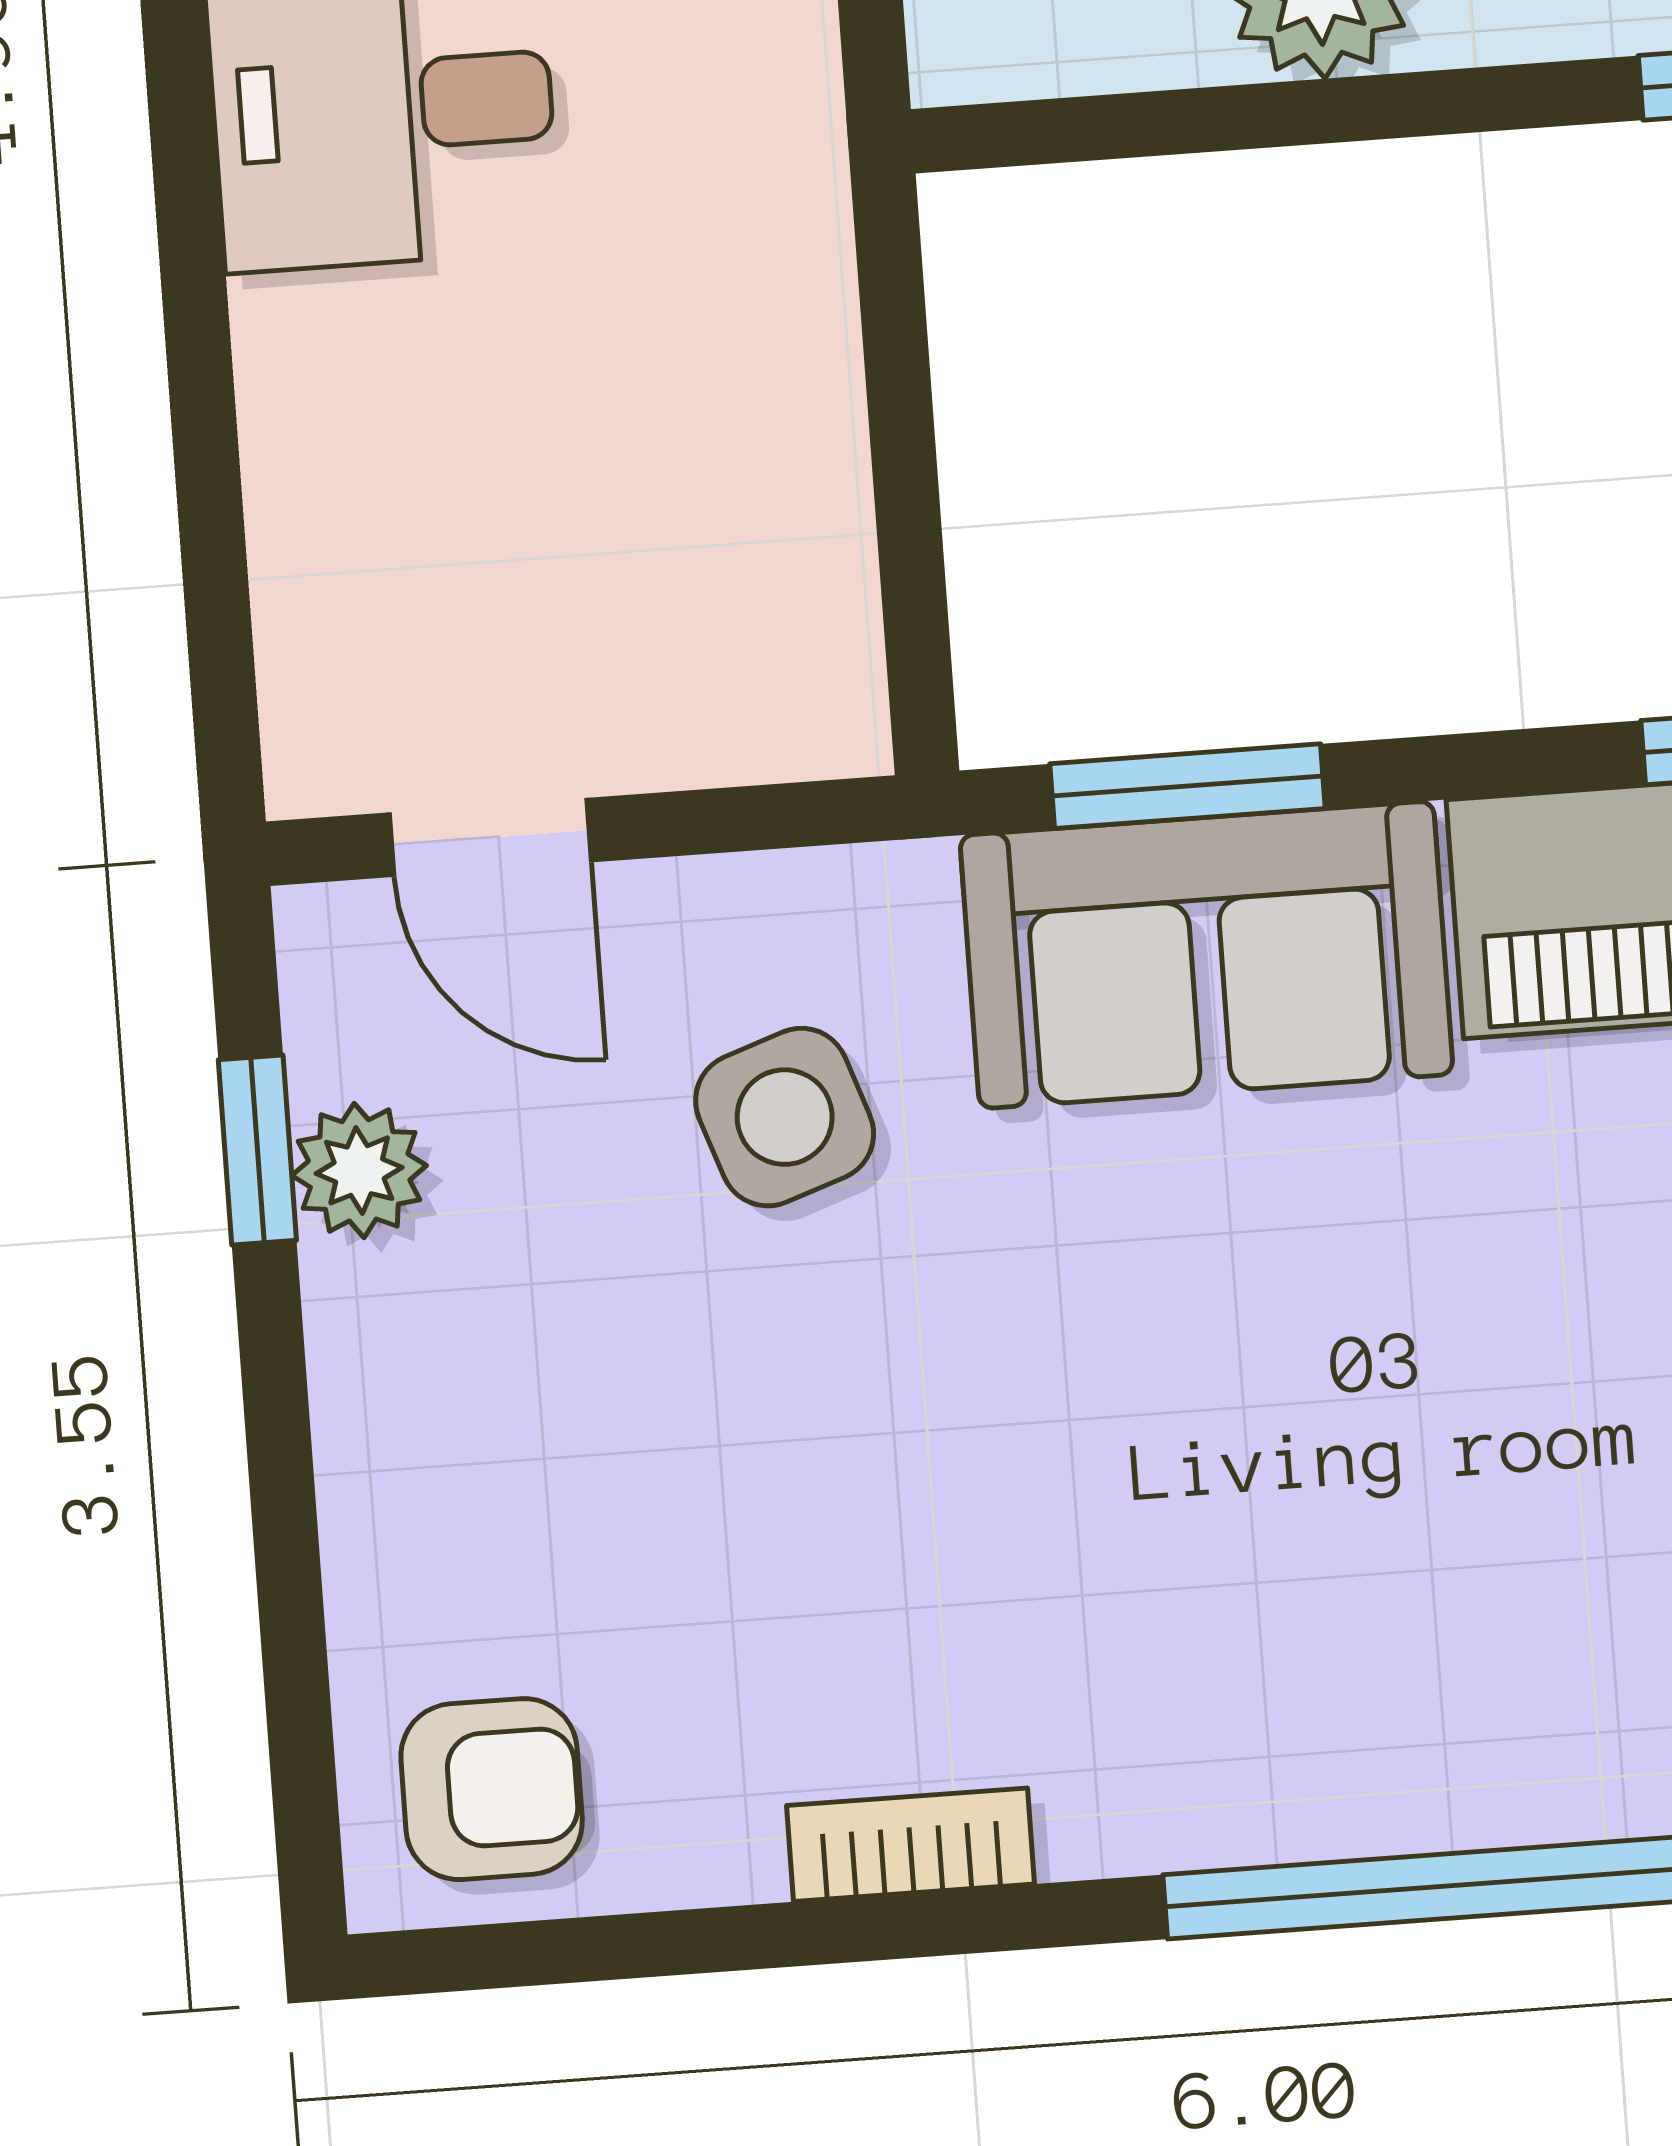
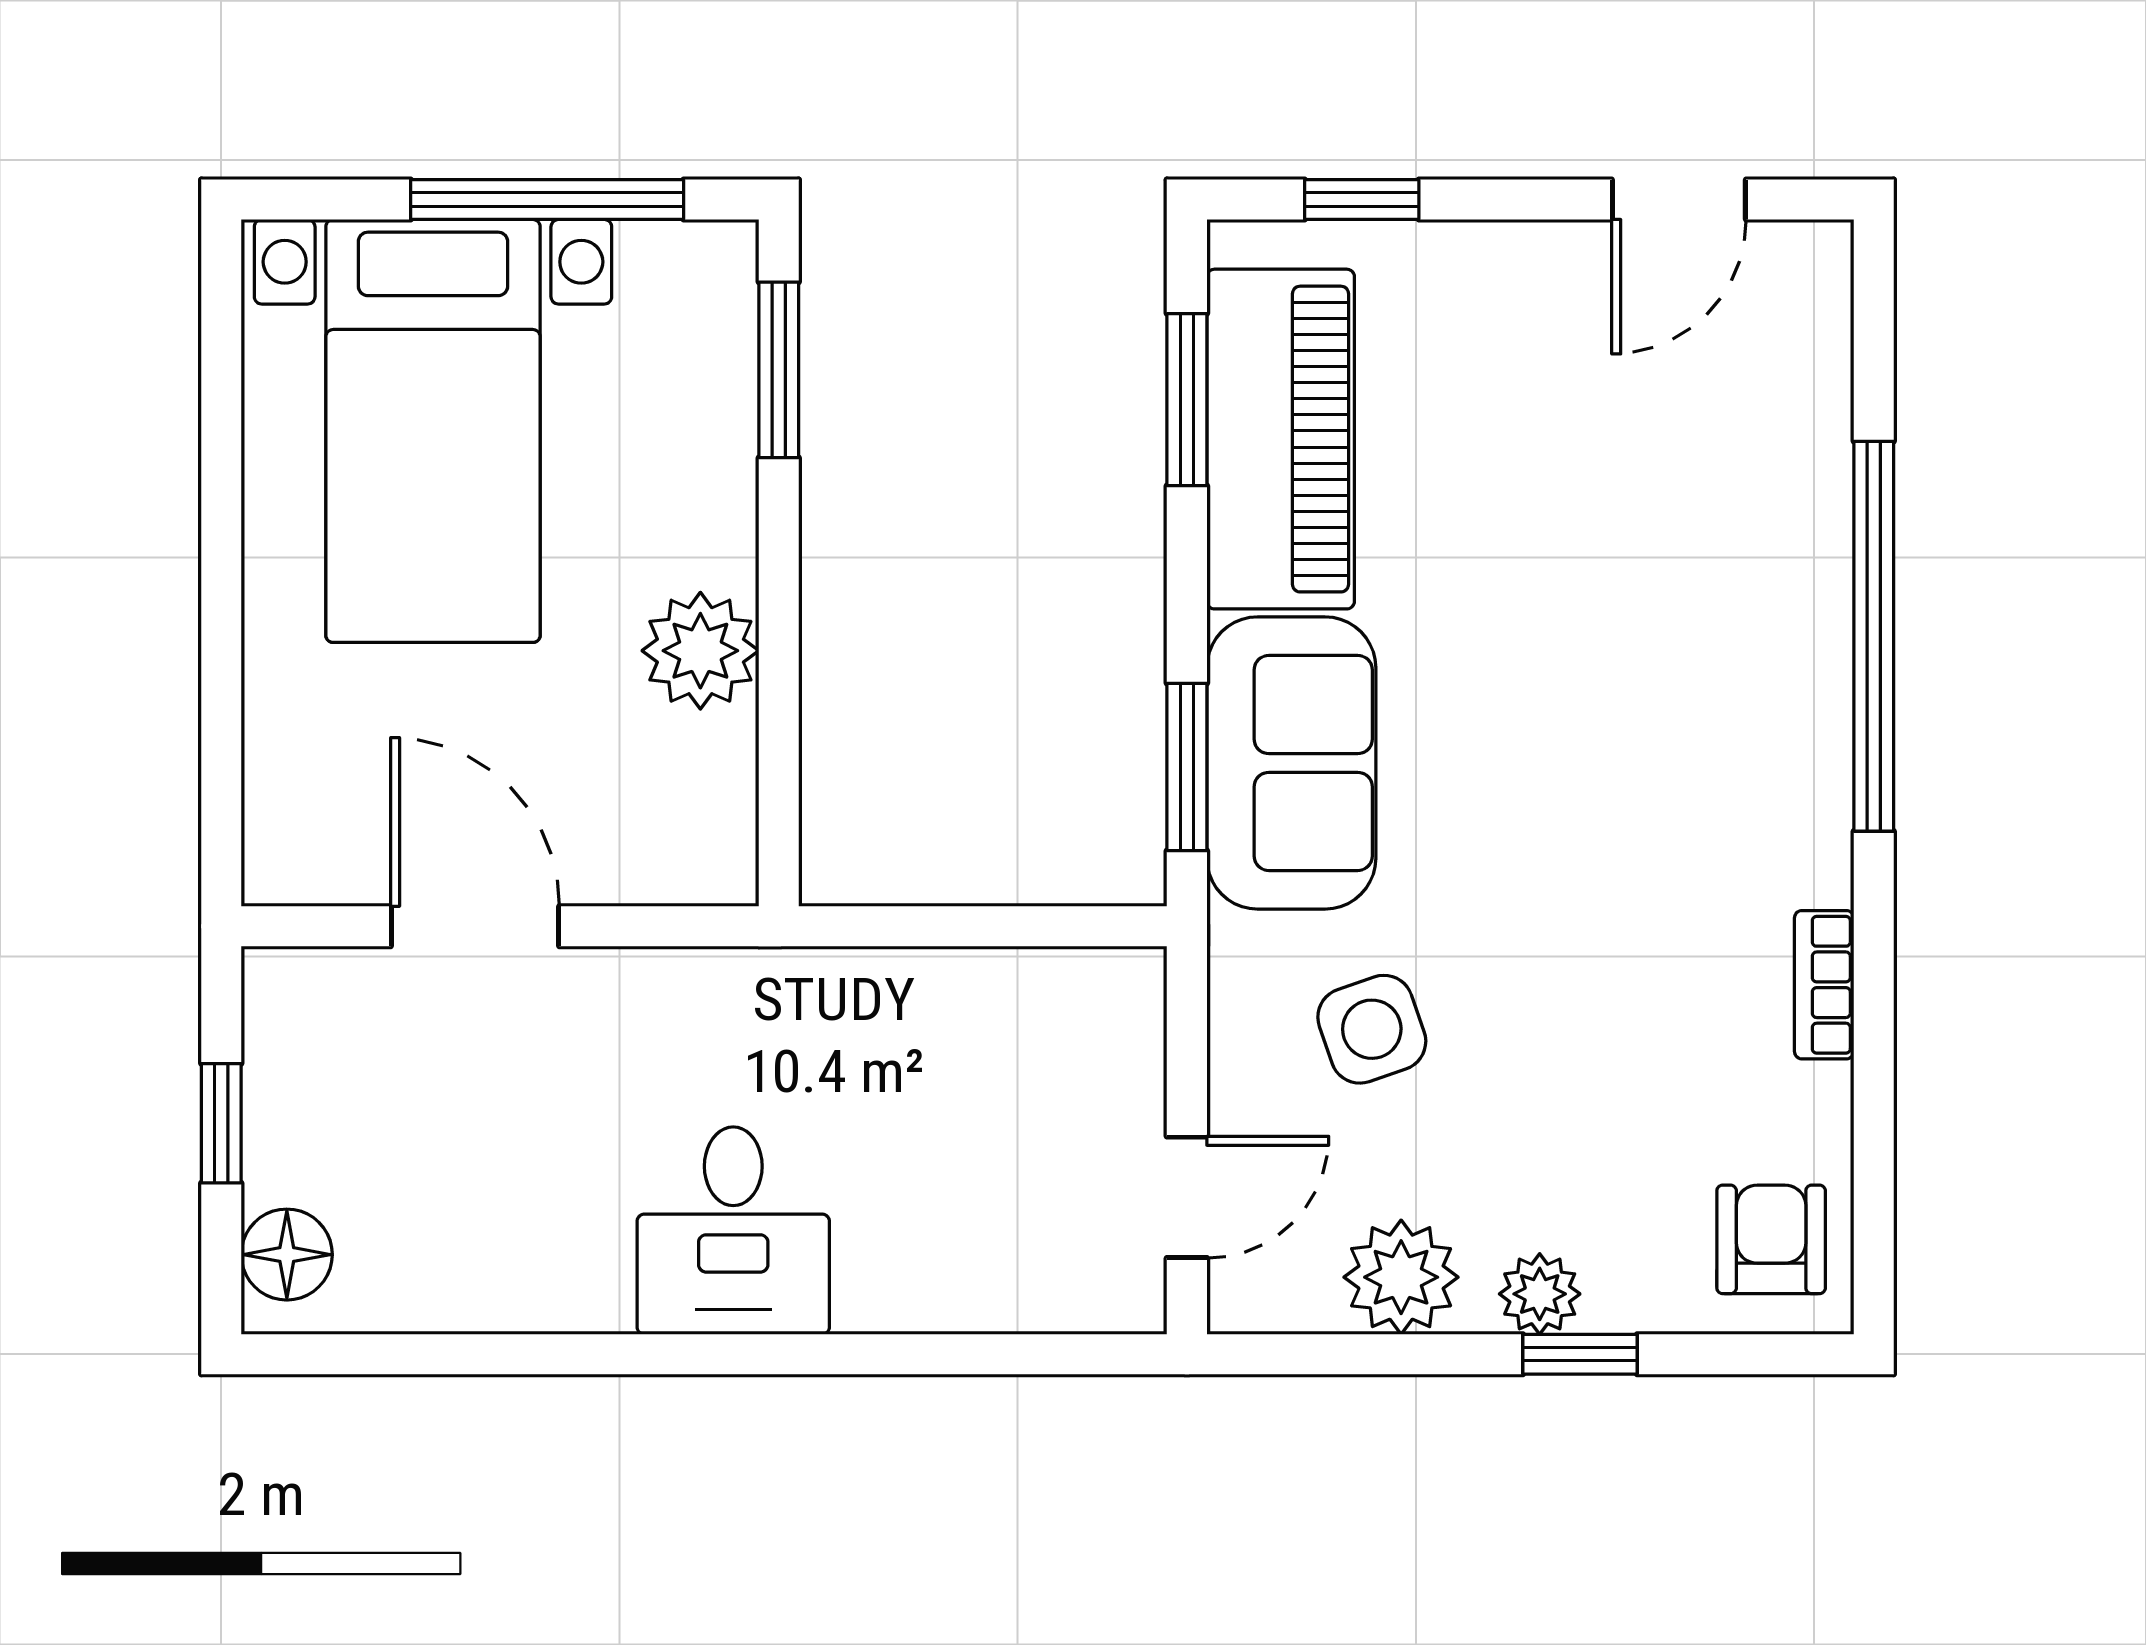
window: (257, 1150) -> (1580, 1354), moved
plant: (359, 1170) -> (1401, 1277), width x1.38, depth x1.38
plant: (376, 1421) -> (1540, 1294), added

